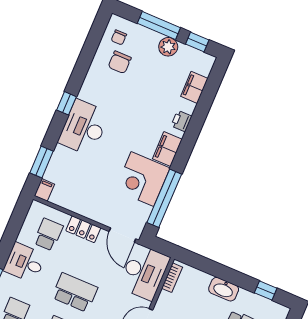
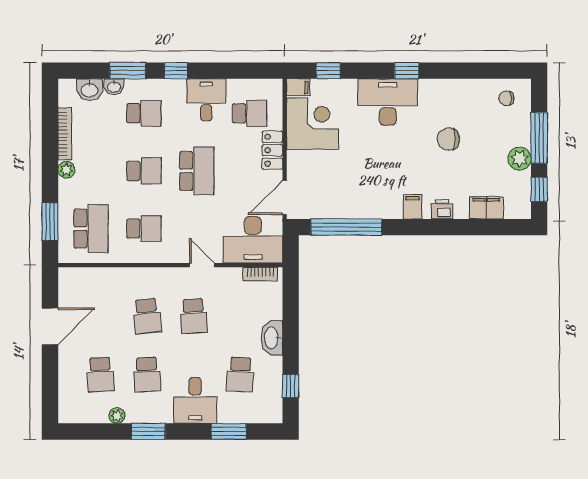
chair: (120, 62) -> (448, 139), moved
filing cabinet: (167, 149) -> (413, 207), width x0.50
window: (41, 162) -> (328, 71), width x0.67
corner desk: (142, 179) -> (313, 124), moved, turned 90

